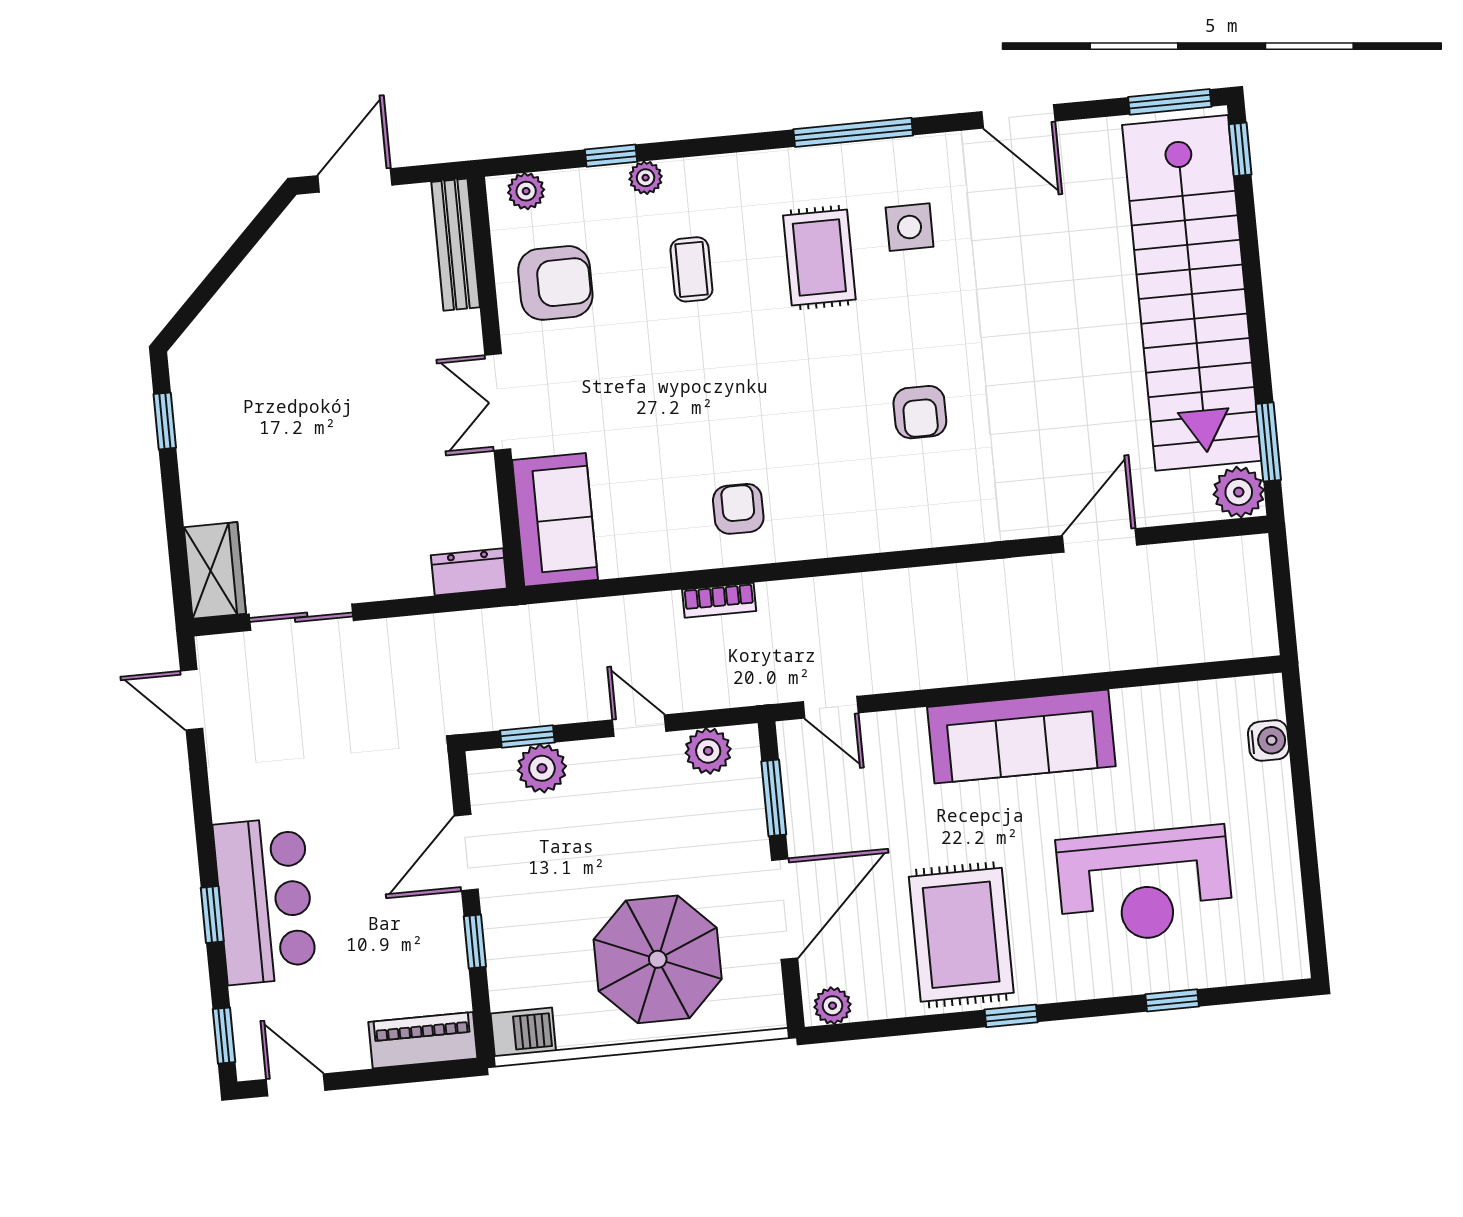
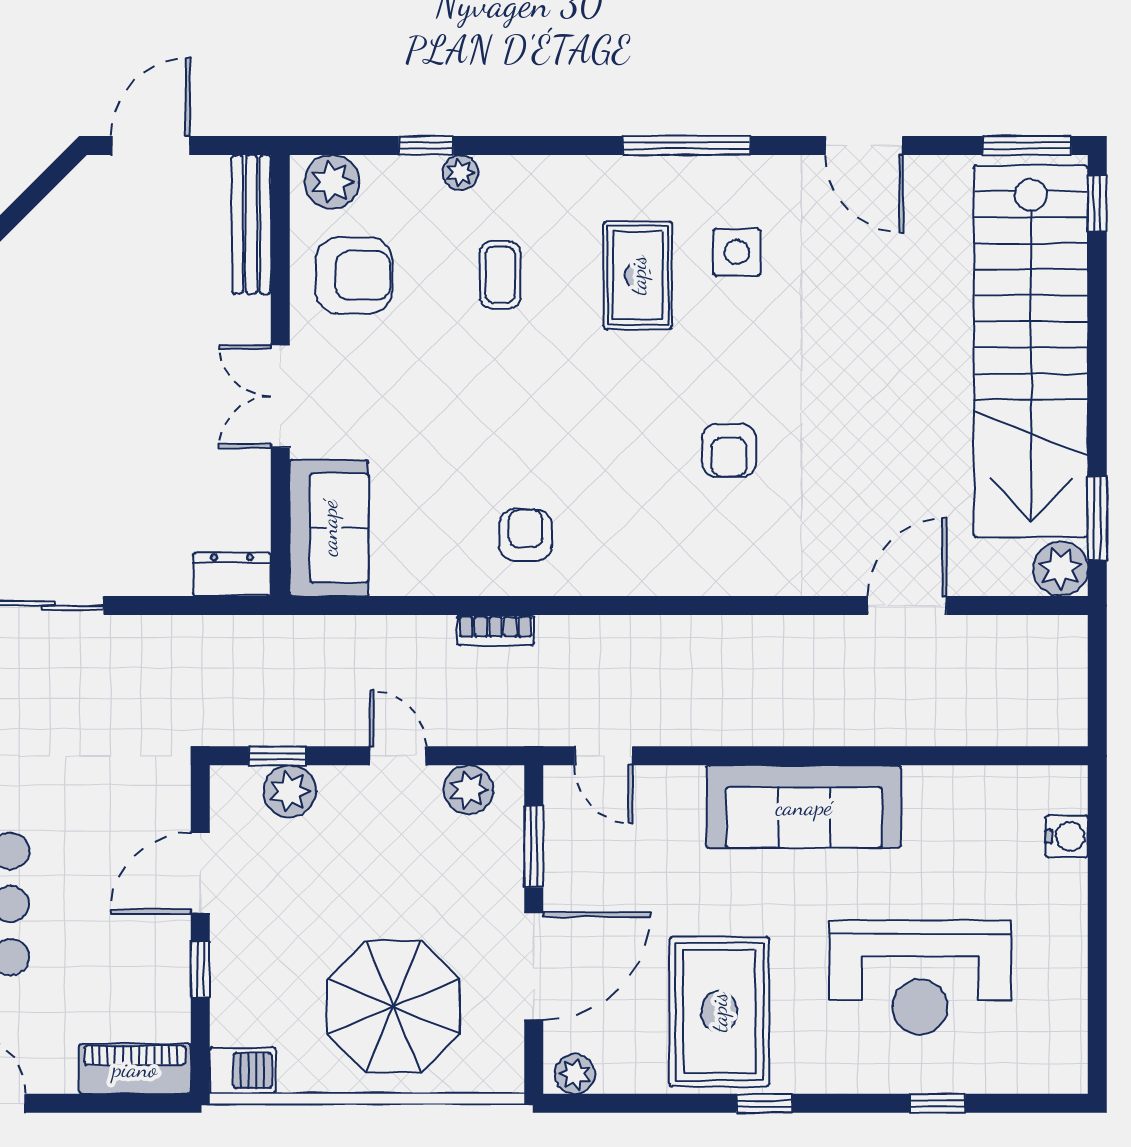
plant: (526, 191) -> (332, 182), width x1.38, depth x1.38

